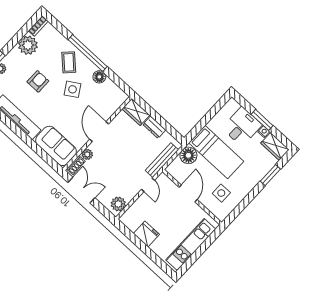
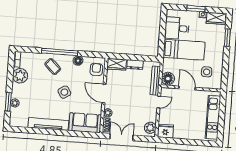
armchair: (38, 81) -> (96, 69), moved
side table: (73, 89) -> (64, 92), moved
desk: (242, 127) -> (177, 28), moved, turned -90
floor lamp: (188, 155) -> (168, 79), moved
door: (148, 185) -> (159, 102), hinge flipped
fridge: (146, 234) -> (165, 131), moved

